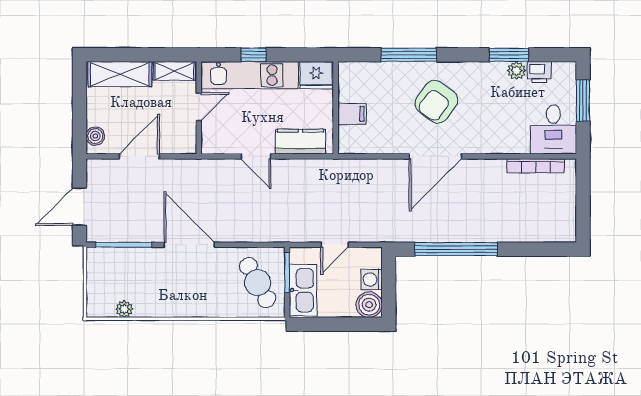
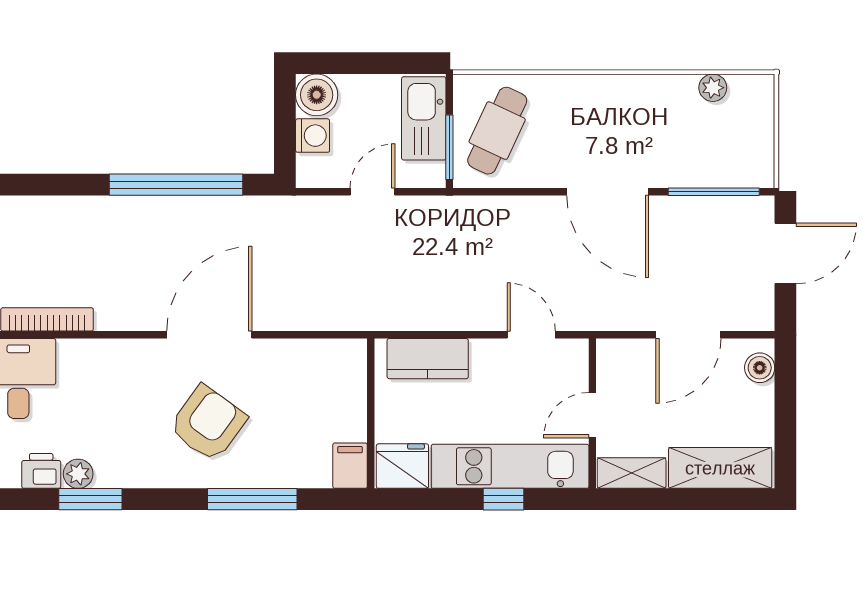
filing cabinet: (352, 114) -> (350, 466), moved, turned 90
door: (256, 156) -> (531, 335), moved
cafe table: (258, 283) -> (497, 131), turned 54

